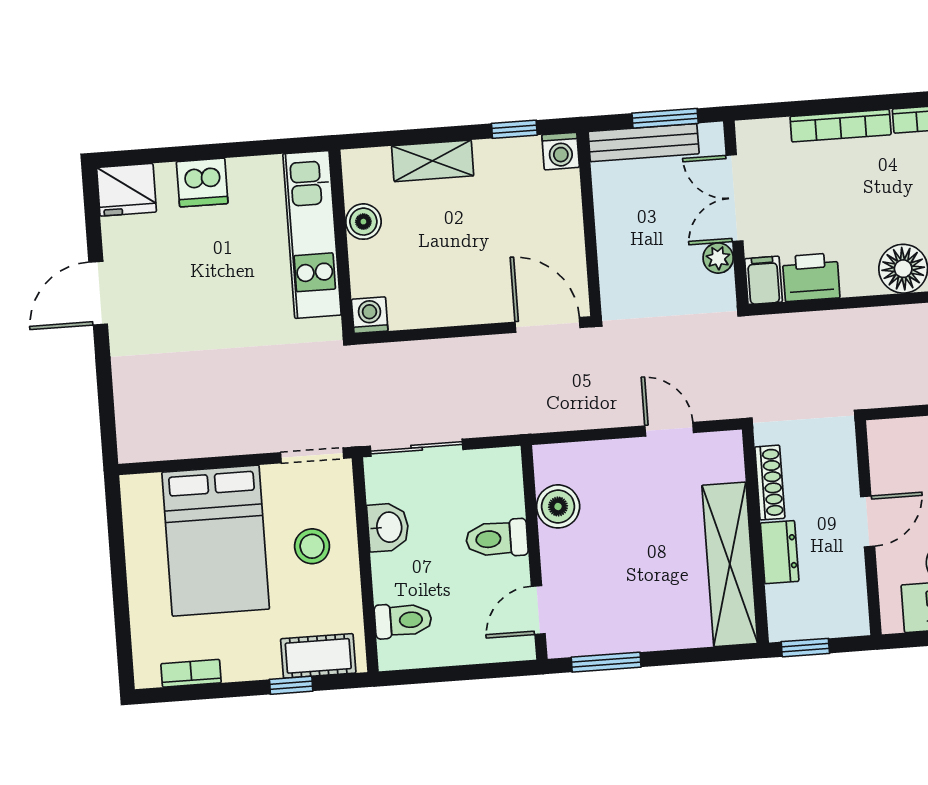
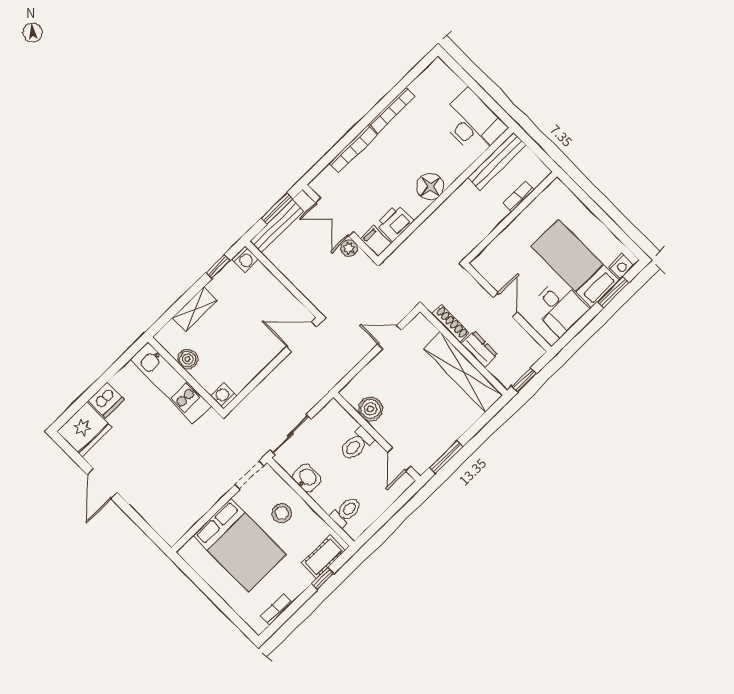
fridge: (126, 190) -> (84, 429), width x1.36, depth x1.34

